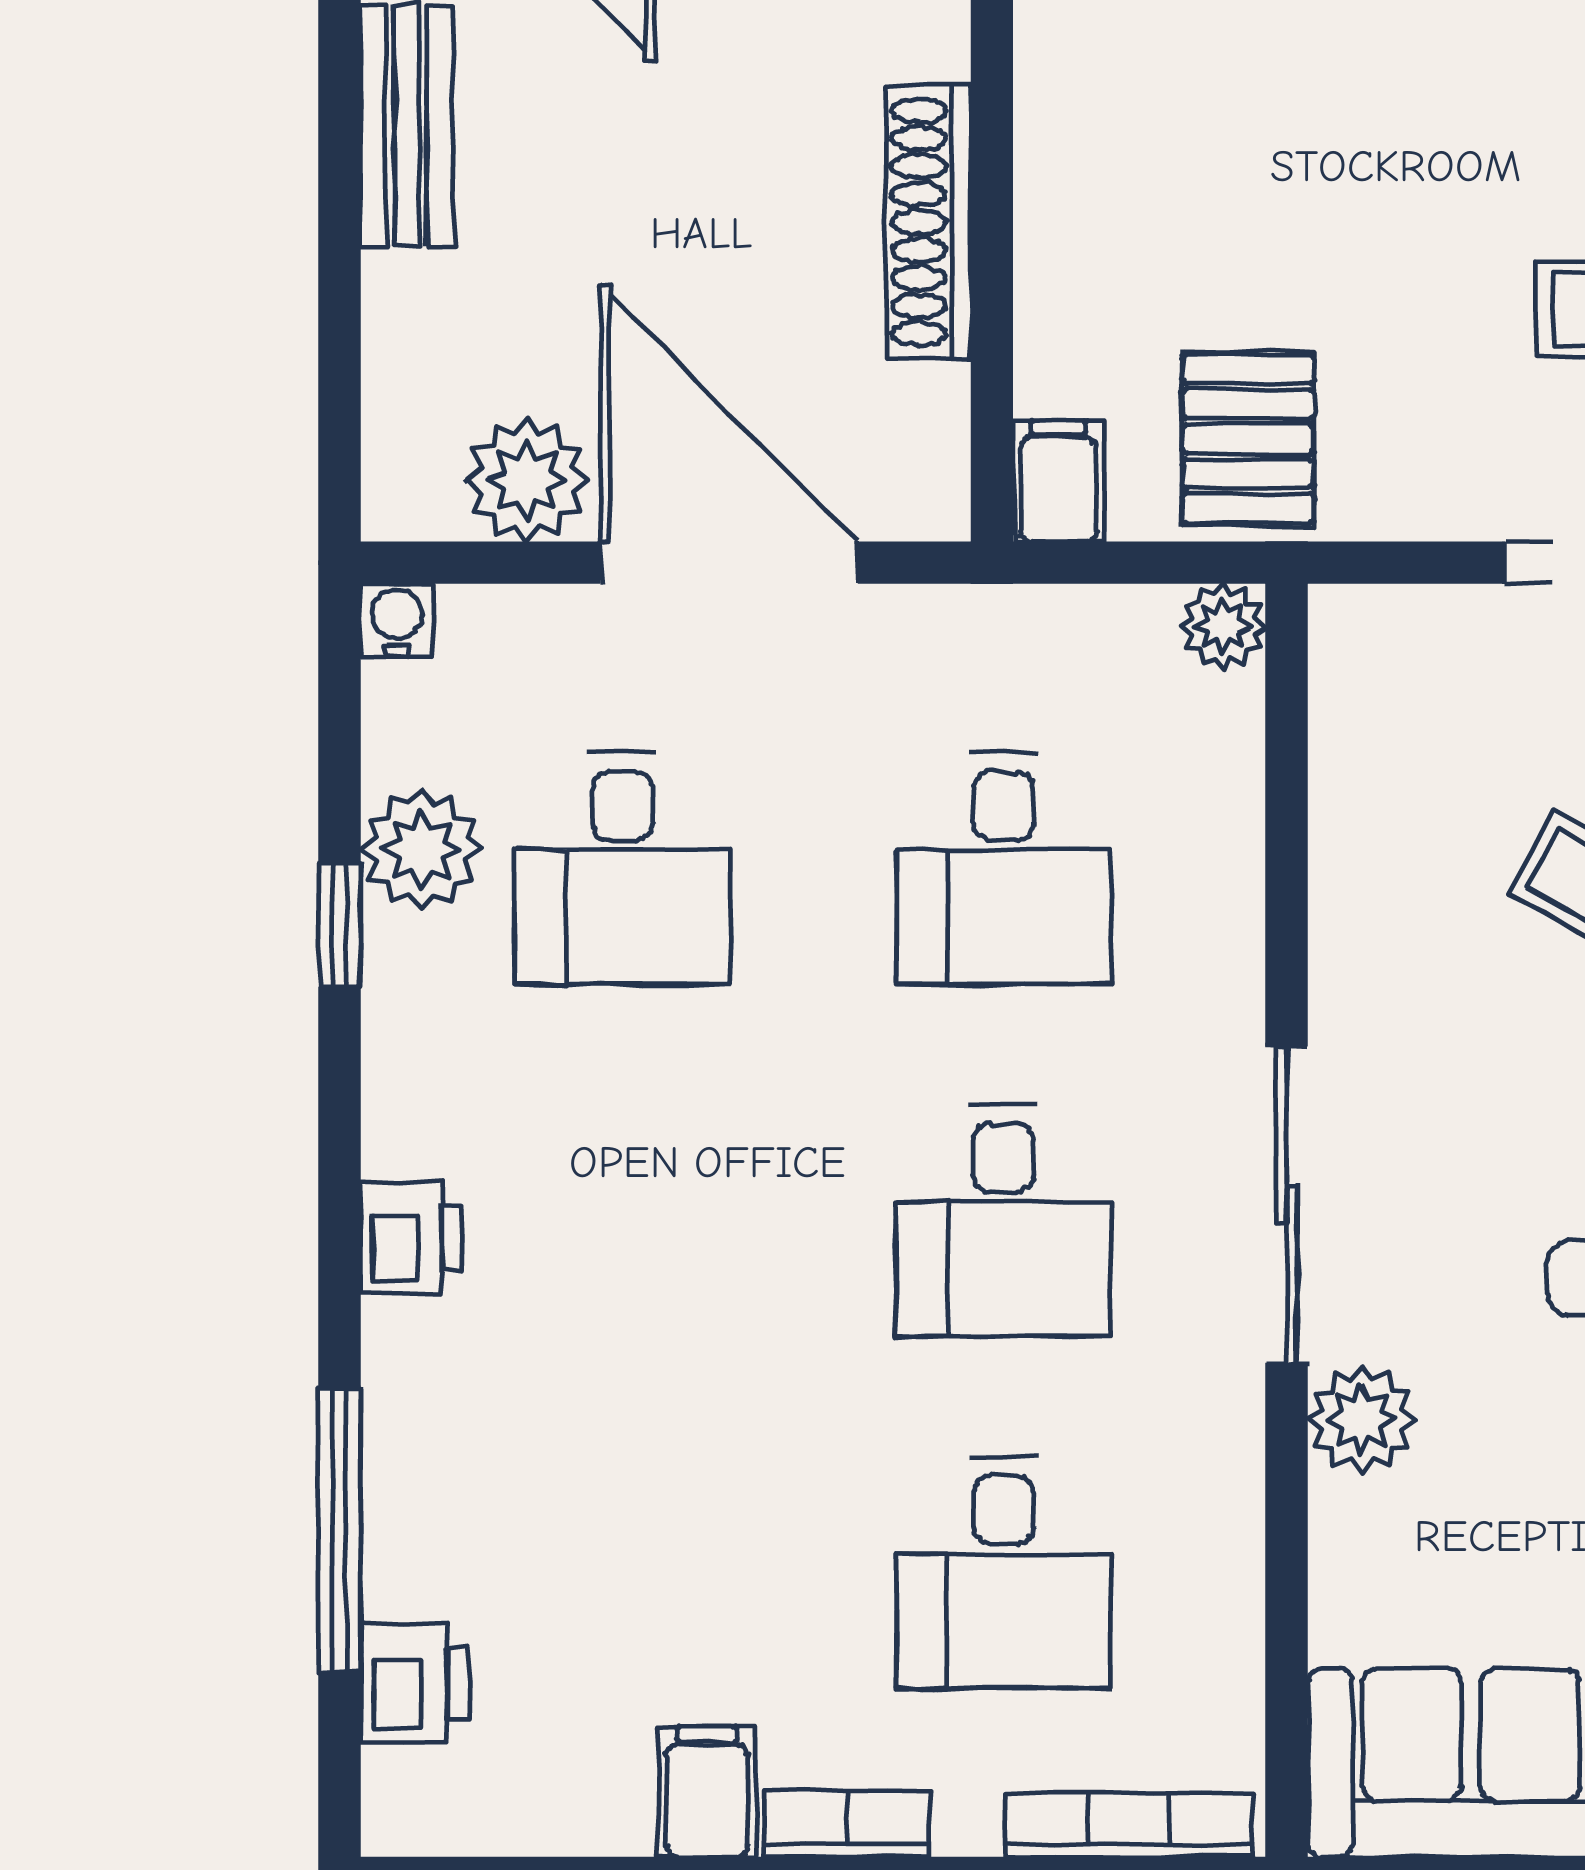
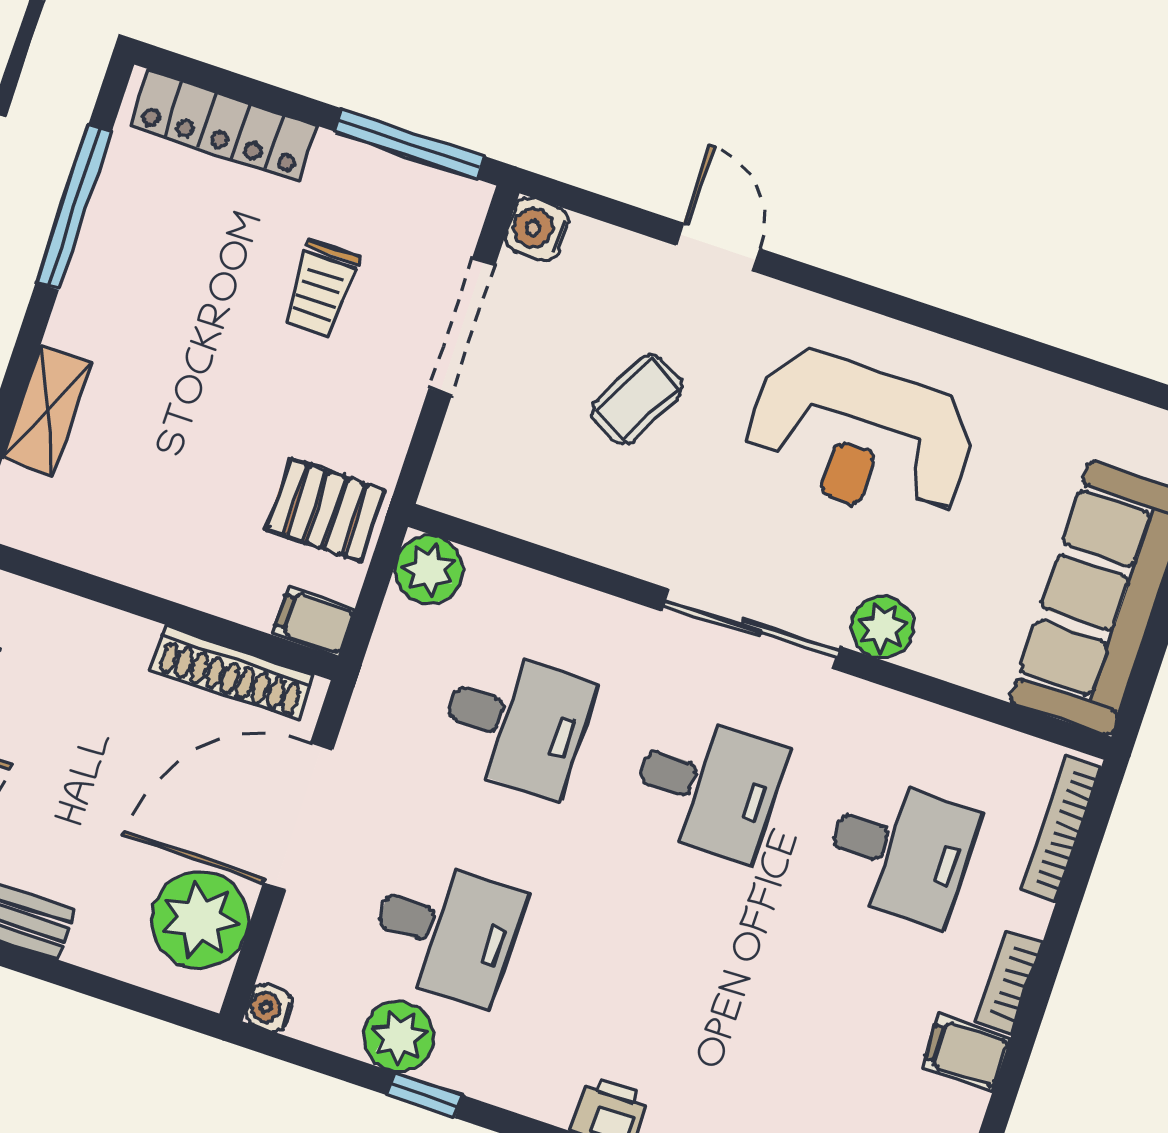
shoe rack: (929, 222) -> (232, 673), moved
plant: (527, 480) -> (200, 920), width x1.36, depth x1.36
plant: (1223, 626) -> (429, 570), width x1.38, depth x1.38

